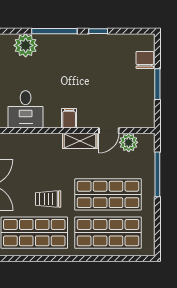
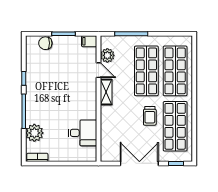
filing cabinet: (69, 118) -> (89, 41), moved

